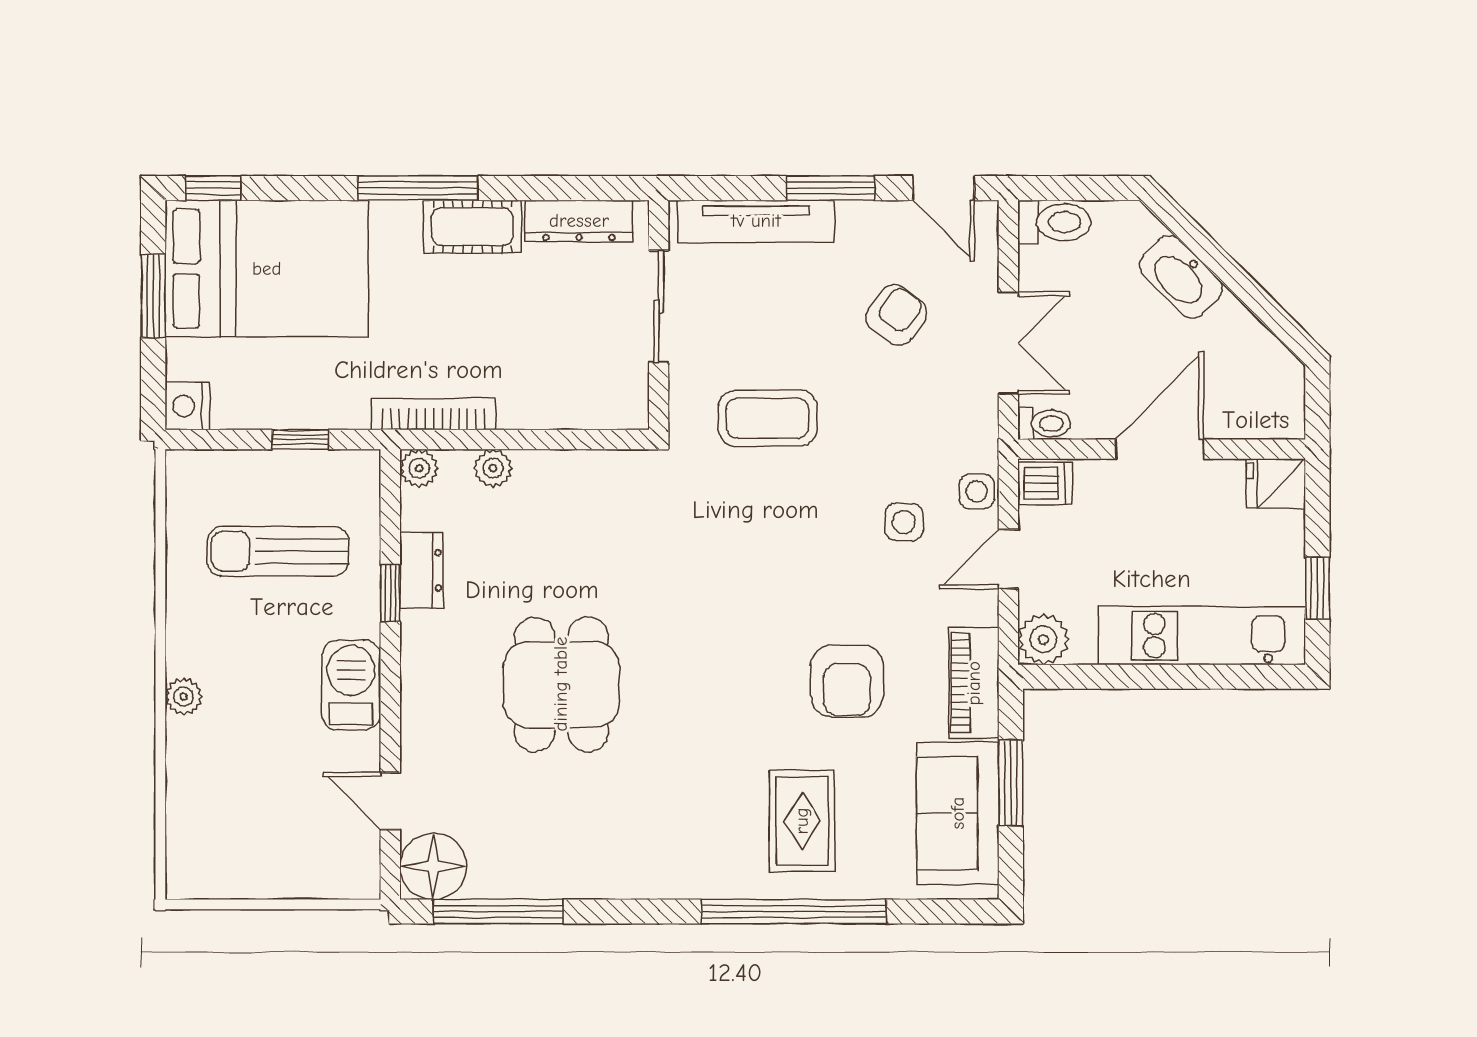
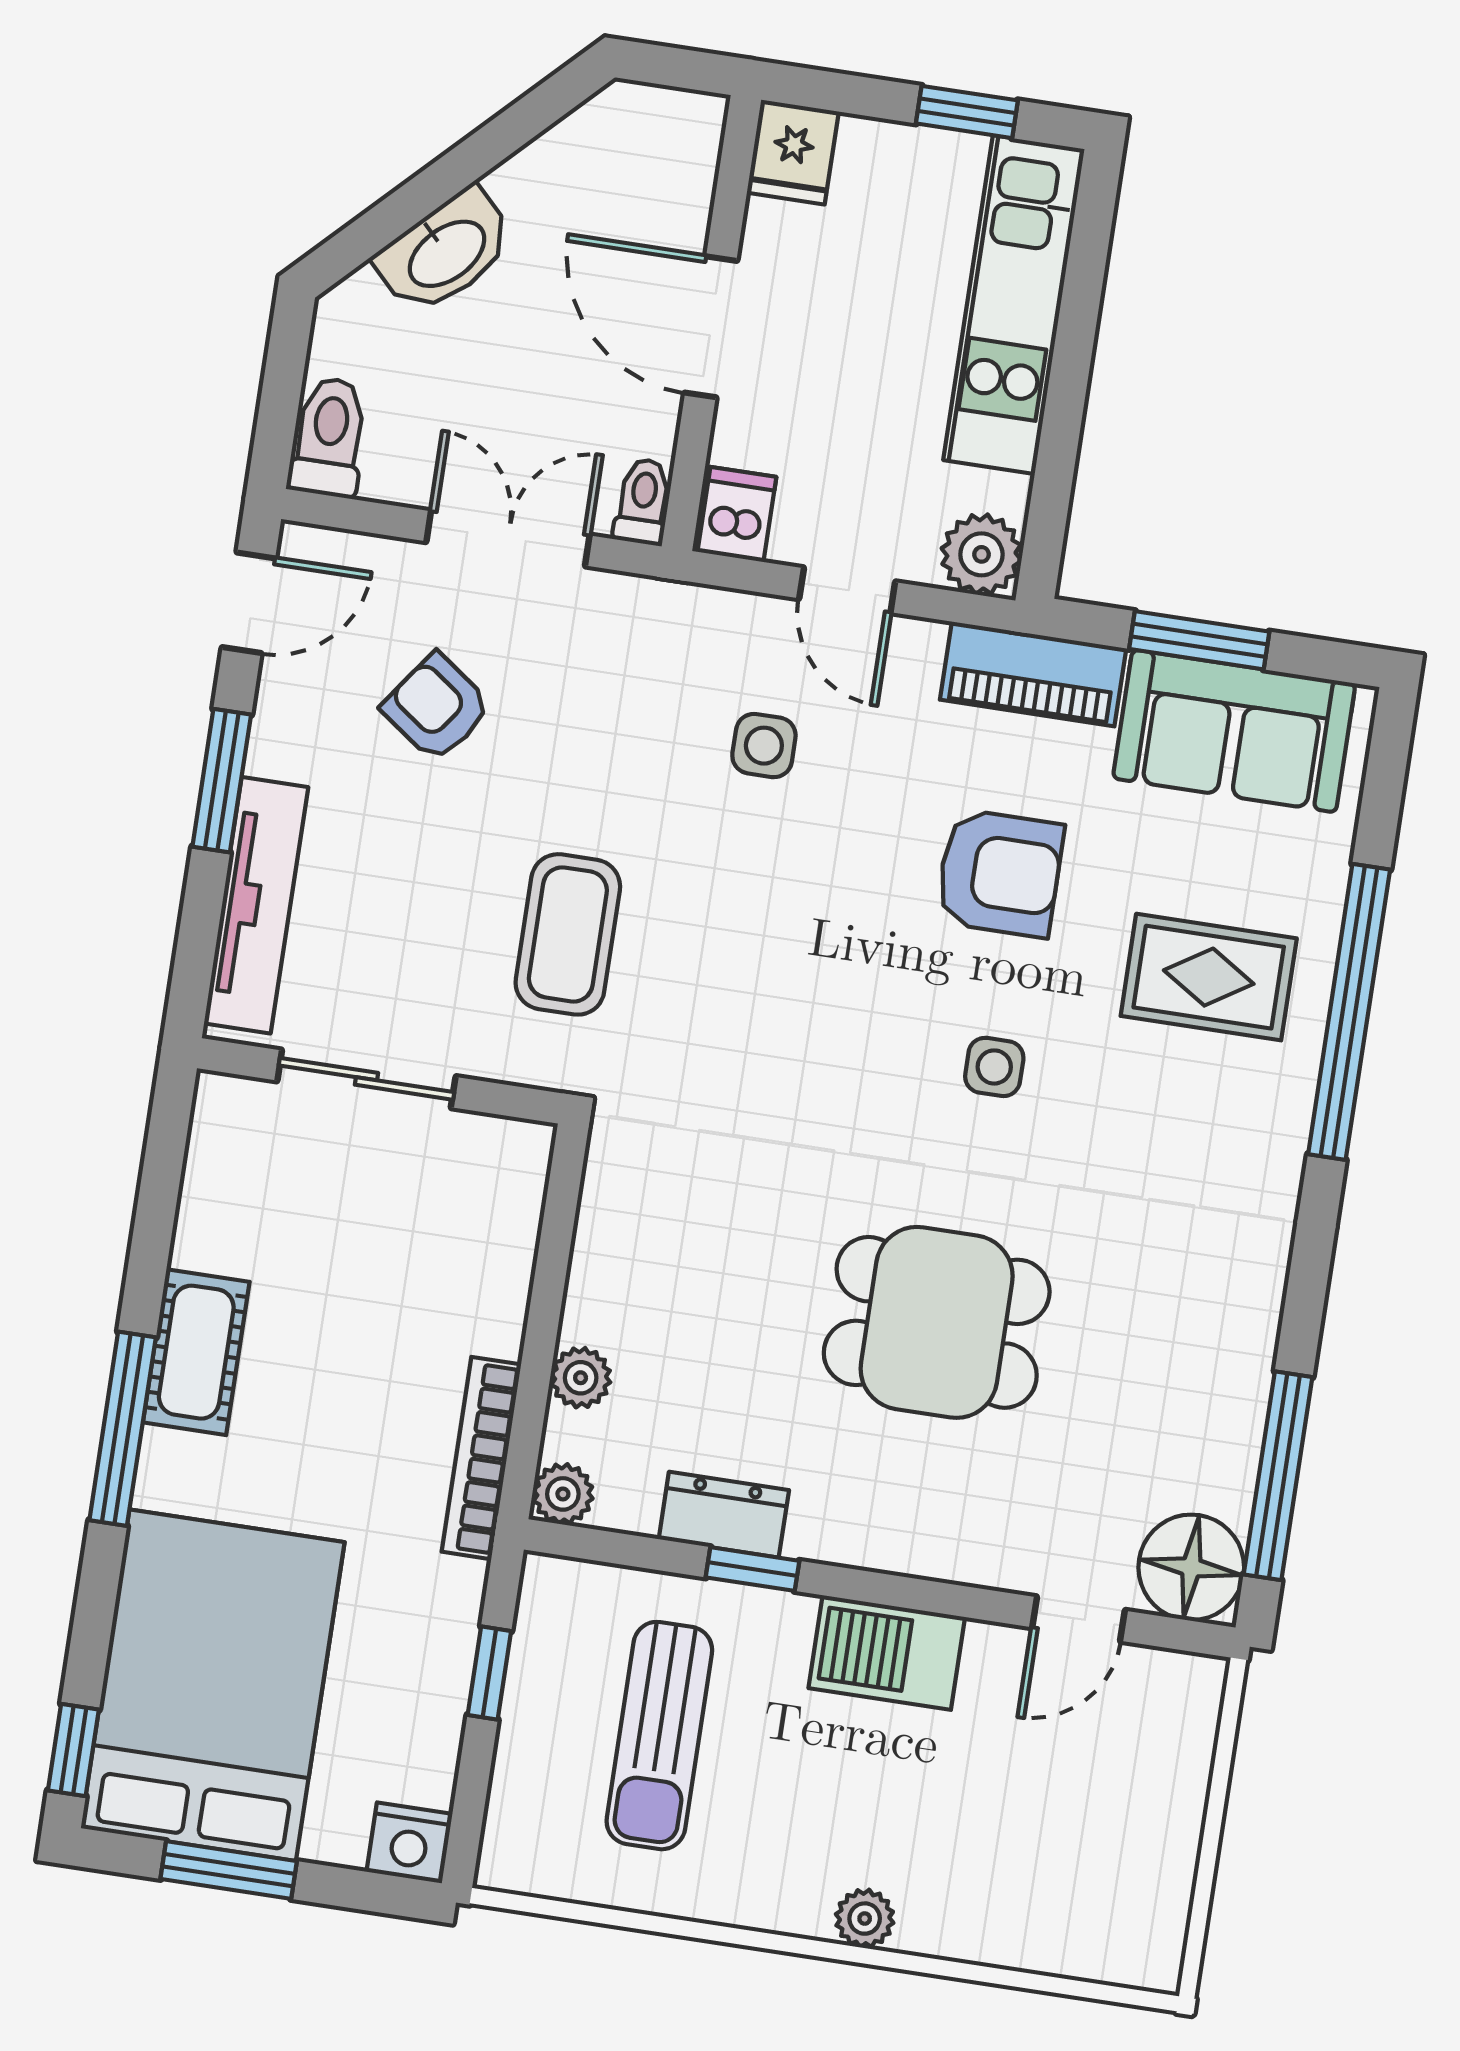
dresser: (579, 221) -> (213, 1183), removed
side table: (977, 491) -> (994, 1067), moved

